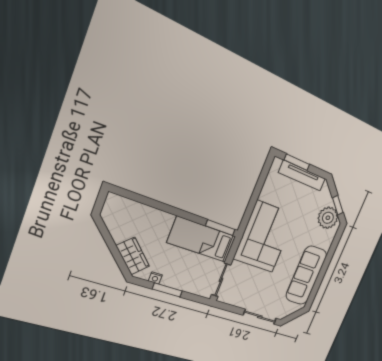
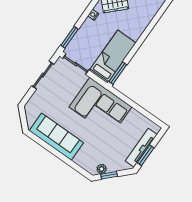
window: (297, 162) -> (146, 155), moved
plant: (328, 218) -> (102, 169), width x0.53, depth x0.53
window: (167, 290) -> (69, 37), moved
sliding door: (260, 317) -> (43, 75), moved

